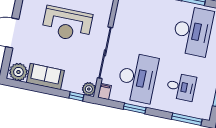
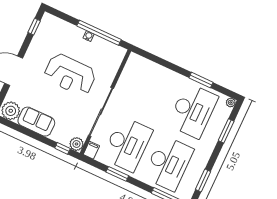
desk: (181, 87) -> (168, 163), width x1.87, depth x1.30

